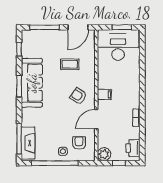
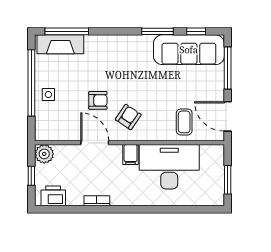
desk: (118, 45) -> (169, 167), moved, turned -90
coffee table: (70, 64) -> (184, 122), moved
sofa: (32, 83) -> (189, 50), moved
window: (19, 86) -> (157, 31), moved
armchair: (79, 143) -> (98, 100), moved

